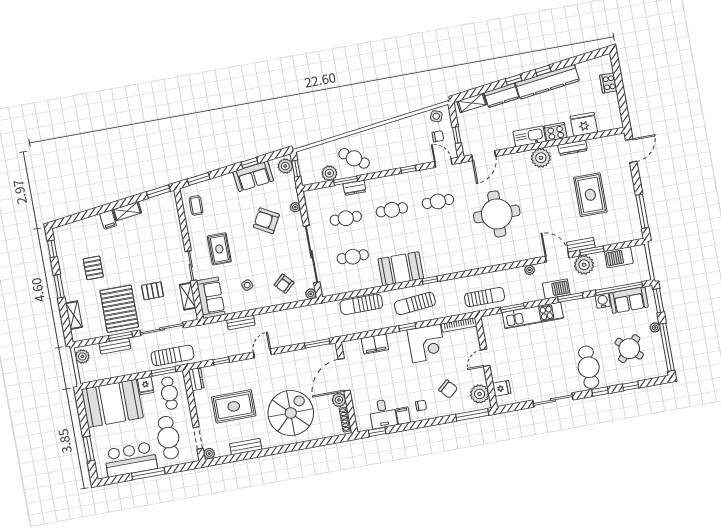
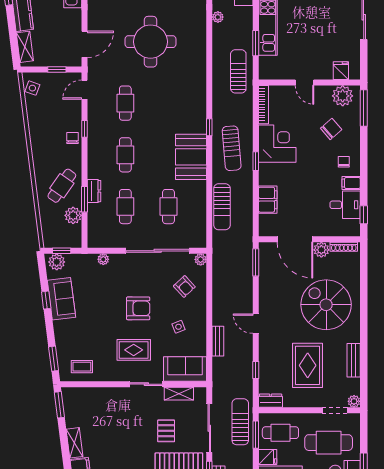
chair: (438, 136) -> (73, 138), moved
door: (484, 156) -> (85, 44), hinge flipped
armchair: (266, 221) -> (138, 308), moved, turned -119

